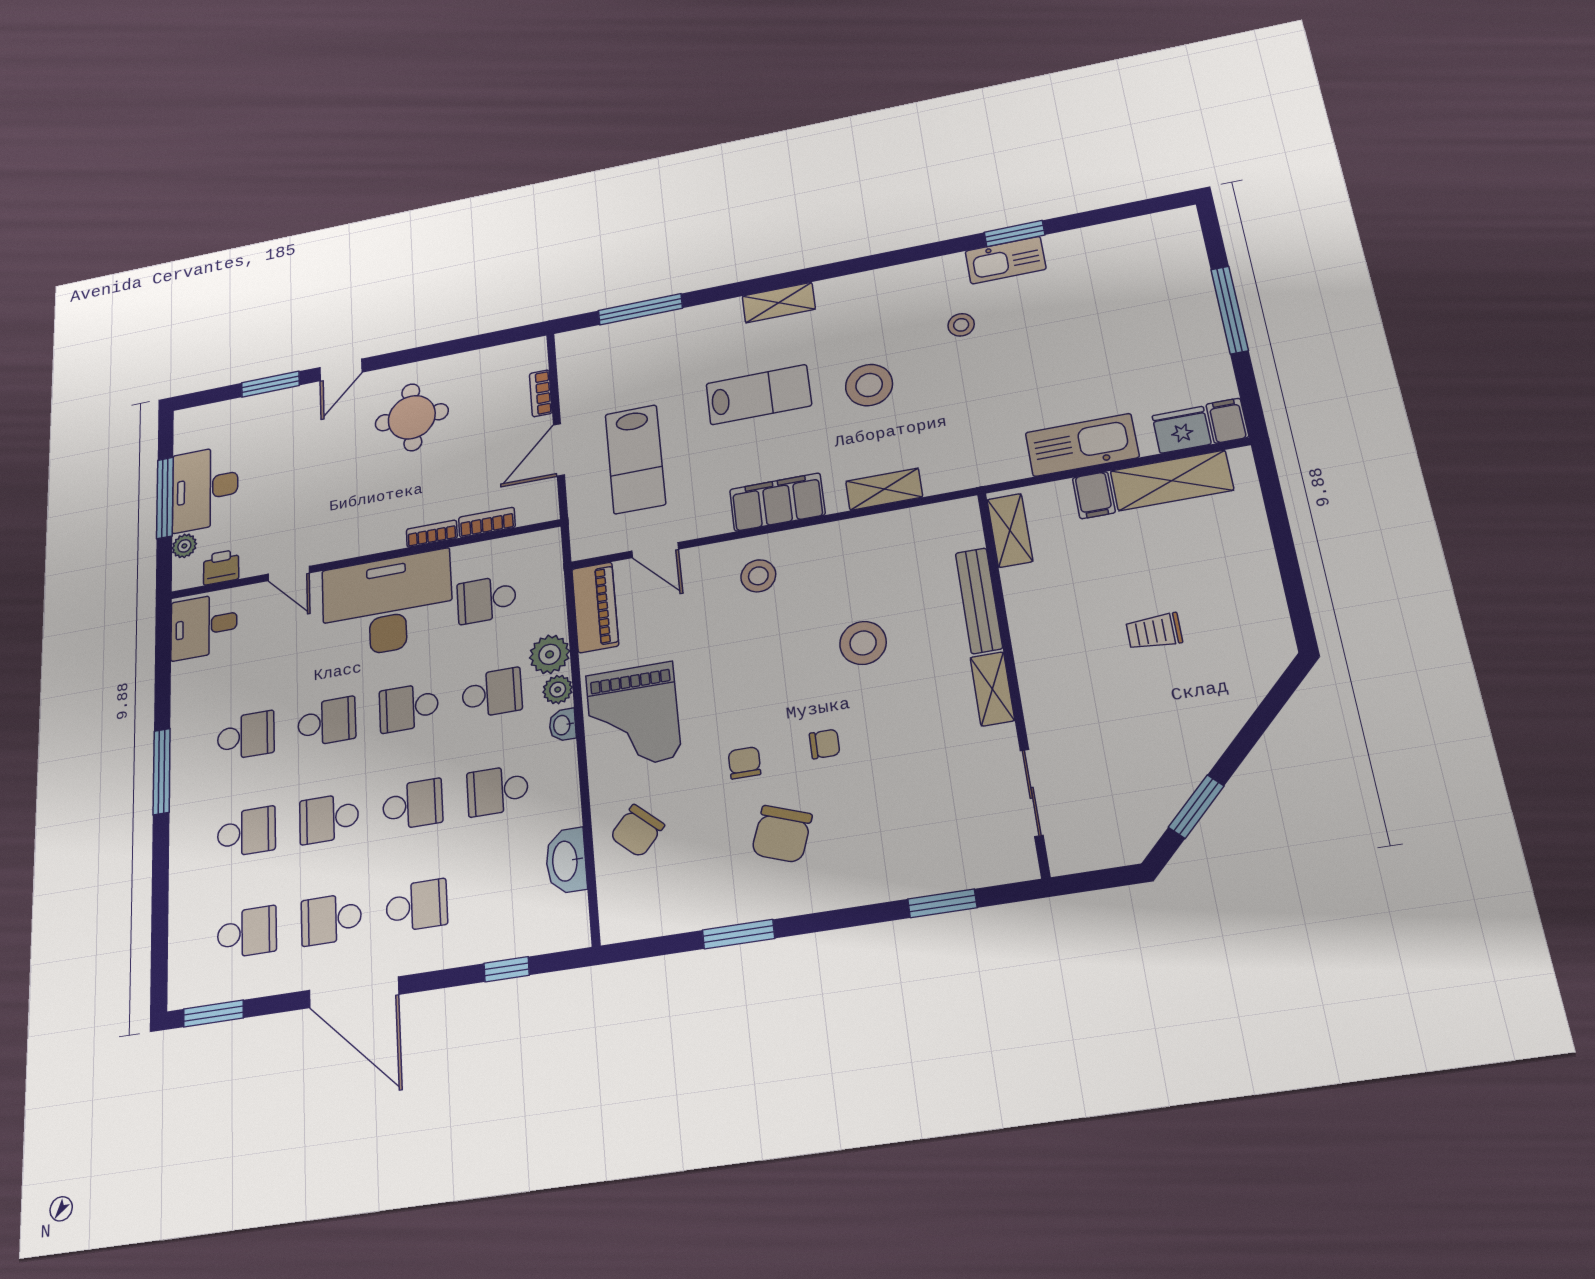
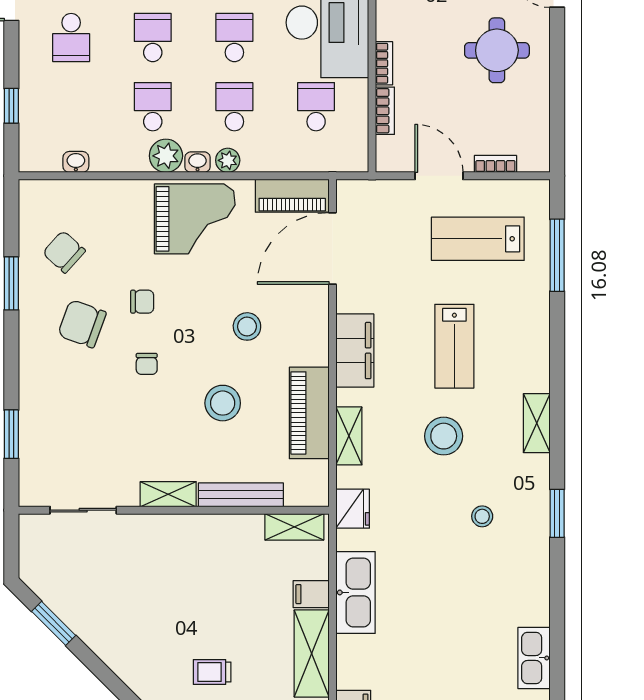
window: (1014, 234) -> (557, 513), moved
kitchen sink: (1006, 260) -> (534, 658), moved
shelving: (779, 303) -> (537, 423), moved
fridge: (1182, 430) -> (353, 509), moved
lab bench: (635, 459) -> (478, 239), moved
piano: (862, 539) -> (309, 413), added
door: (655, 550) -> (332, 248), width x1.88
stool: (758, 576) -> (247, 326), moved
trolley: (1154, 632) -> (212, 672), moved, turned -90
plant: (550, 654) -> (166, 156), moved
school desk: (492, 693) -> (234, 107), turned 180
grand piano: (633, 716) -> (195, 219), turned 180
school desk: (413, 805) -> (153, 38), turned 180
chair: (637, 831) -> (64, 252), moved
washbasin: (566, 861) -> (76, 162), width x0.52, depth x0.69

